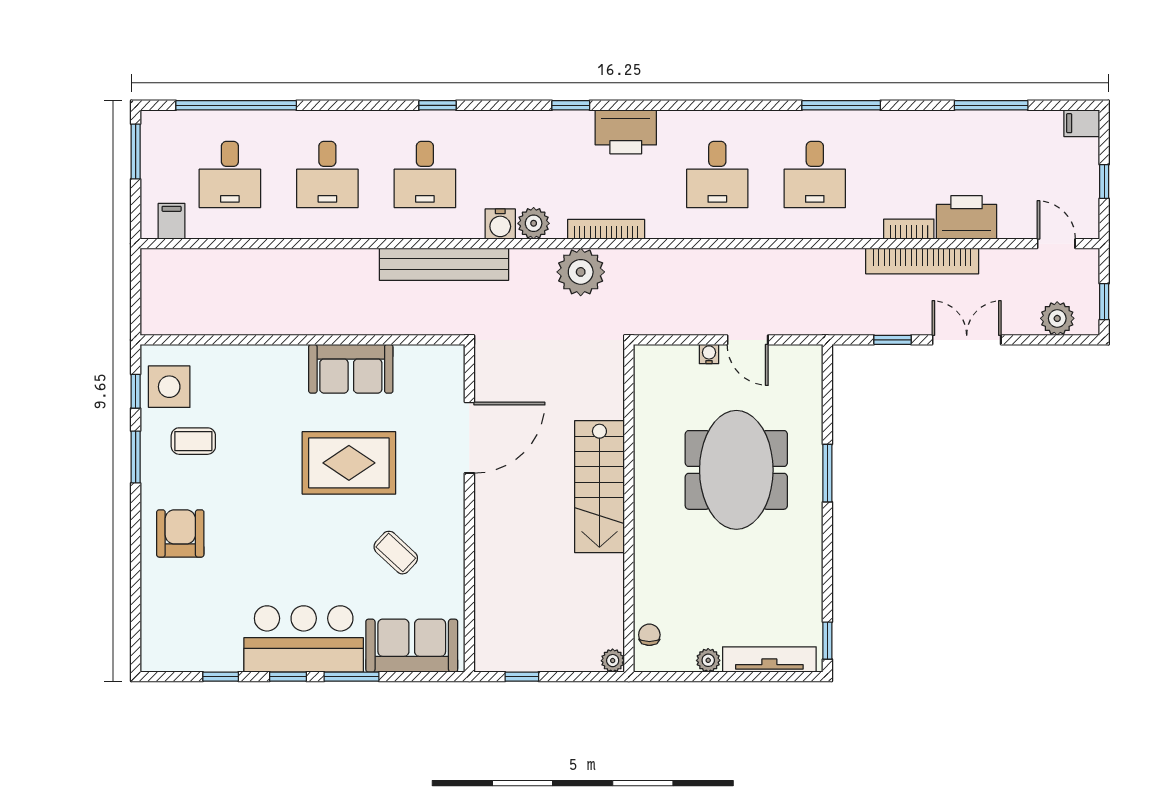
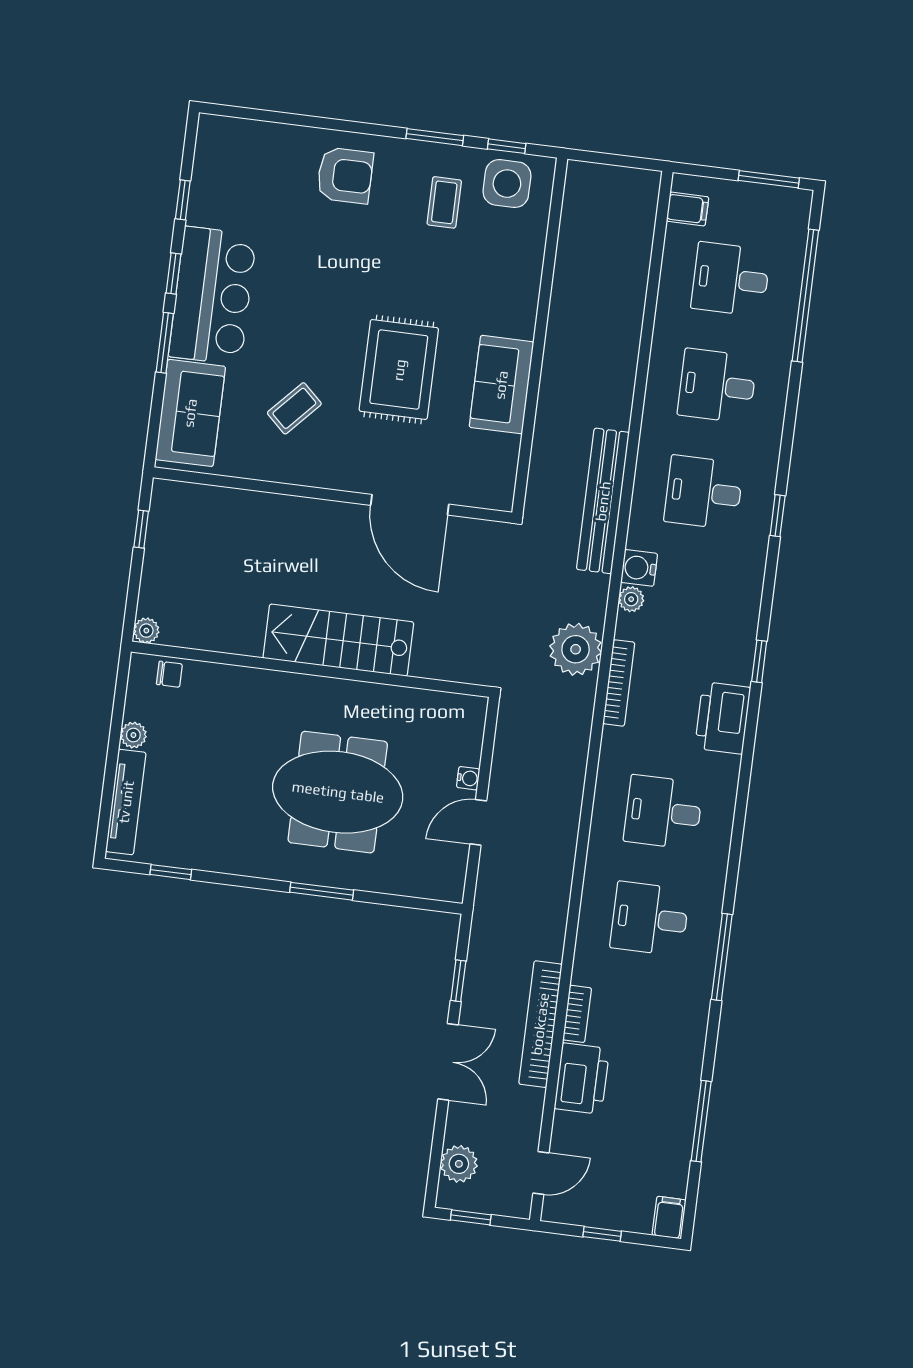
plant: (534, 223) -> (631, 599), width x0.73, depth x0.73
window: (827, 641) -> (171, 872), moved

